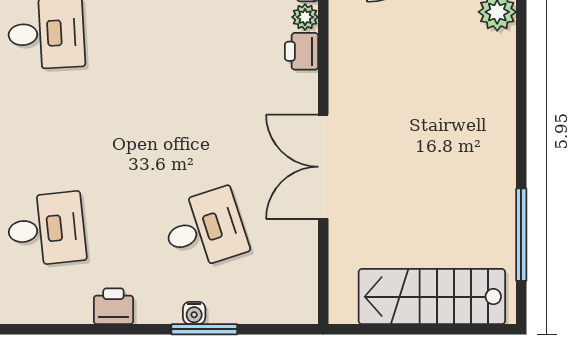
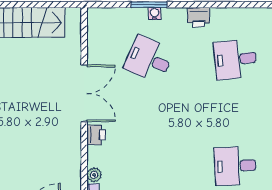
printer: (302, 51) -> (96, 135), moved
desk: (205, 229) -> (149, 59), turned 42

